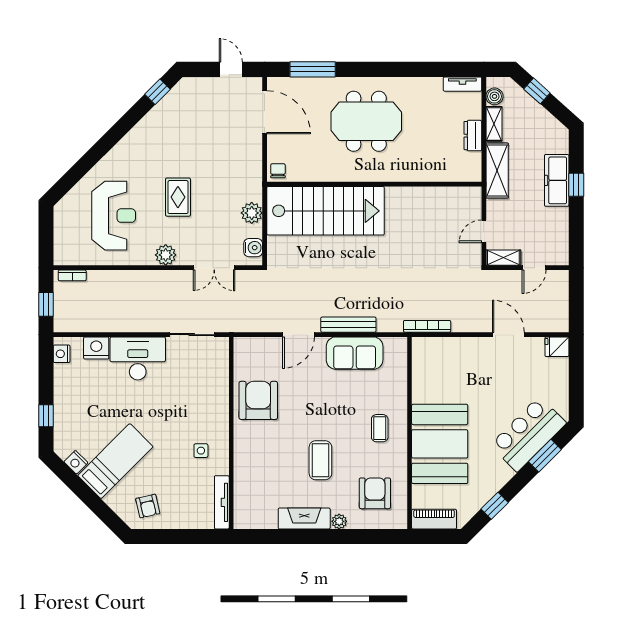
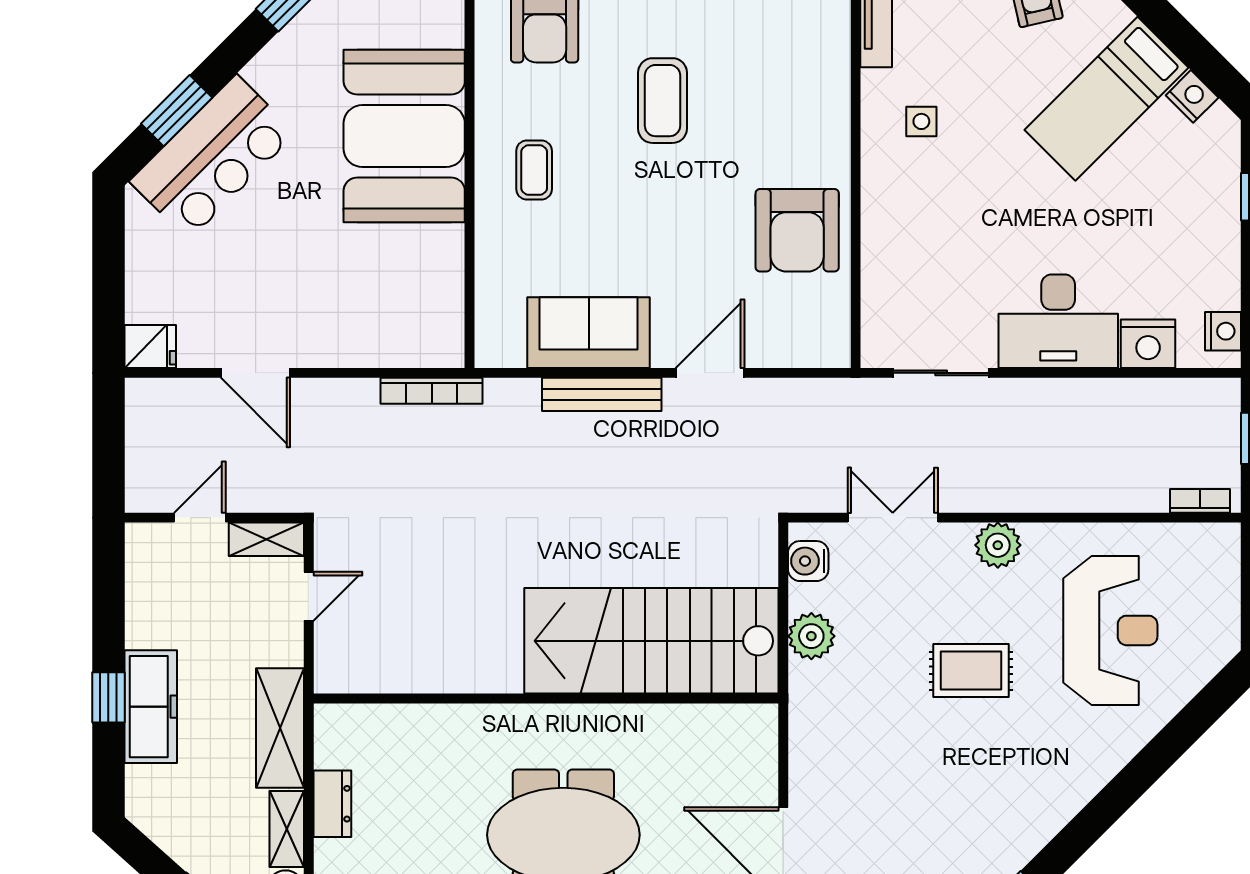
chair: (278, 171) -> (755, 728), removed
rug: (178, 197) -> (971, 671), turned 90
reception desk: (114, 216) -> (1110, 630), turned 180

